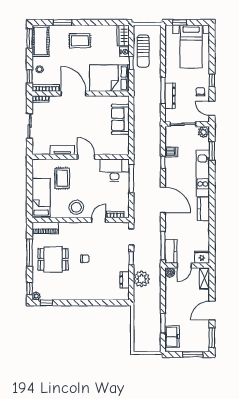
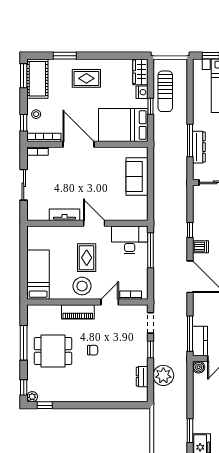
dishwasher: (171, 152) -> (200, 247), moved
rug: (62, 178) -> (87, 258), moved
piano: (45, 228) -> (78, 312), moved

